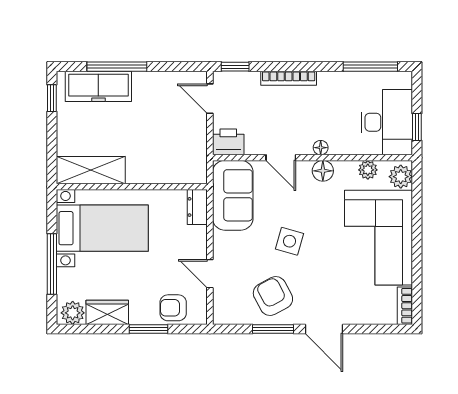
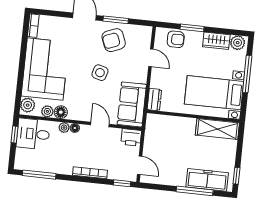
desk: (387, 122) -> (33, 134), width x0.73
plant: (338, 147) -> (64, 128), added
floor lamp: (323, 171) -> (61, 112), moved
armchair: (273, 296) -> (114, 40), turned 96

